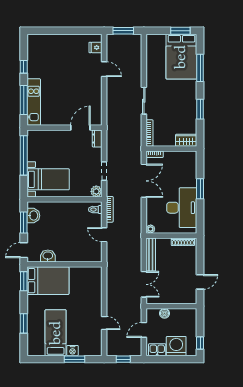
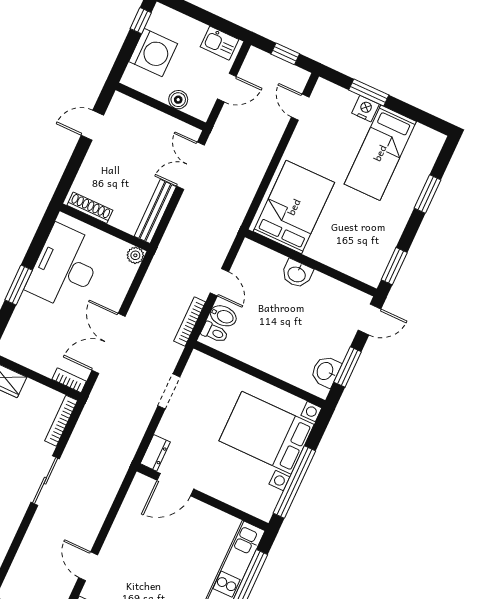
bed with nightstands: (48, 179) -> (267, 433), width x1.36
plant: (96, 191) -> (199, 363), removed
bidet: (95, 219) -> (223, 316), added
washbasin: (48, 256) -> (297, 274), moved
bed: (48, 281) -> (294, 207), moved, turned 90
door: (104, 323) -> (300, 107), moved
washing machine: (176, 346) -> (153, 53), moved, turned -90

